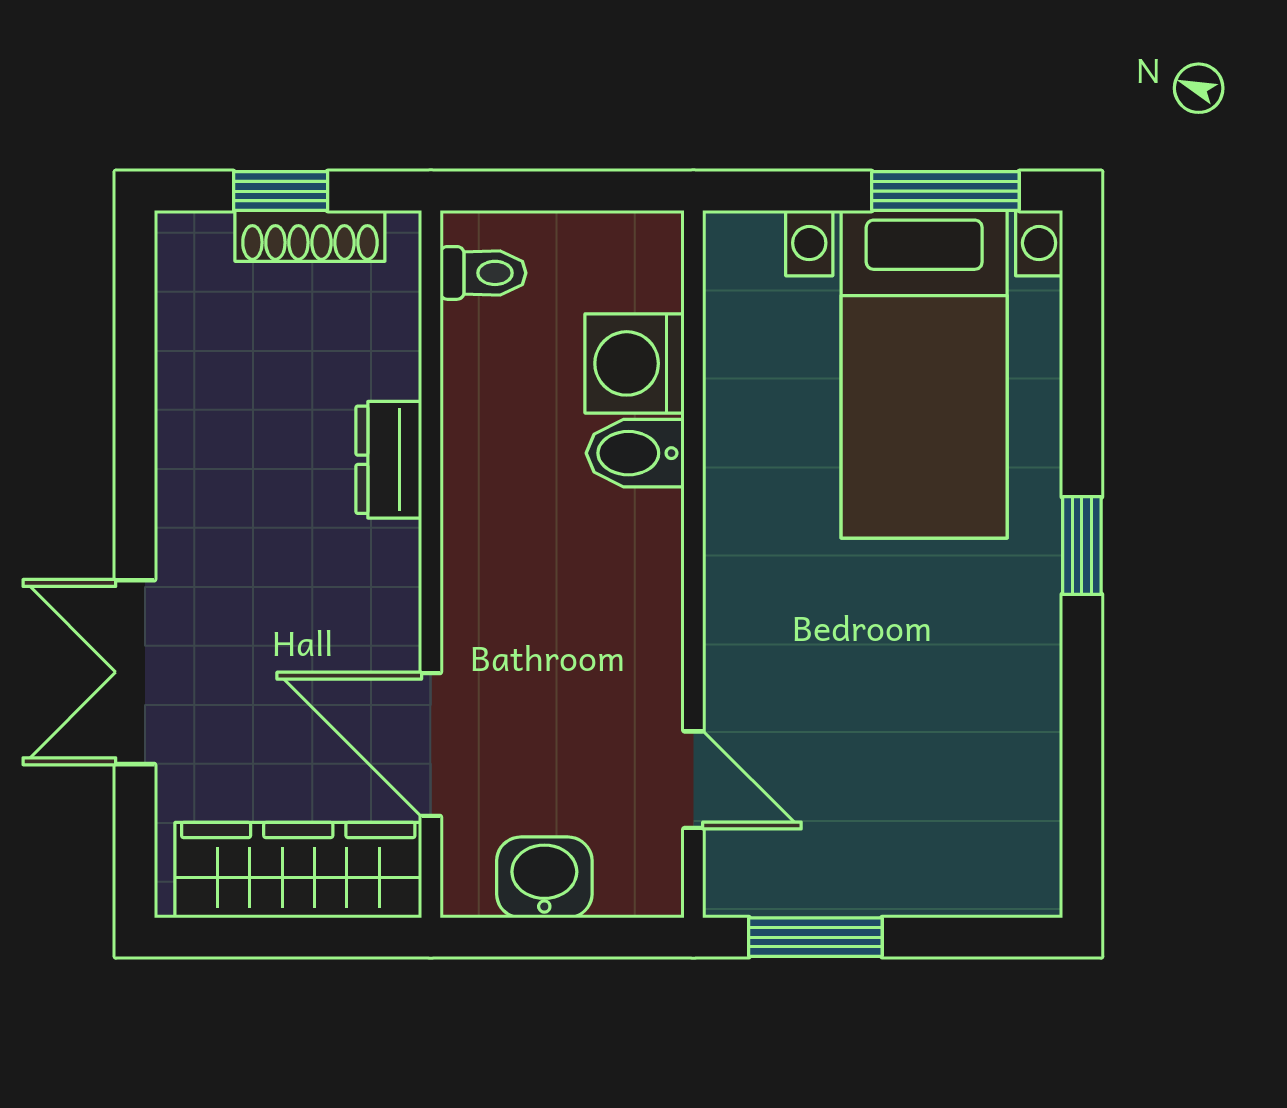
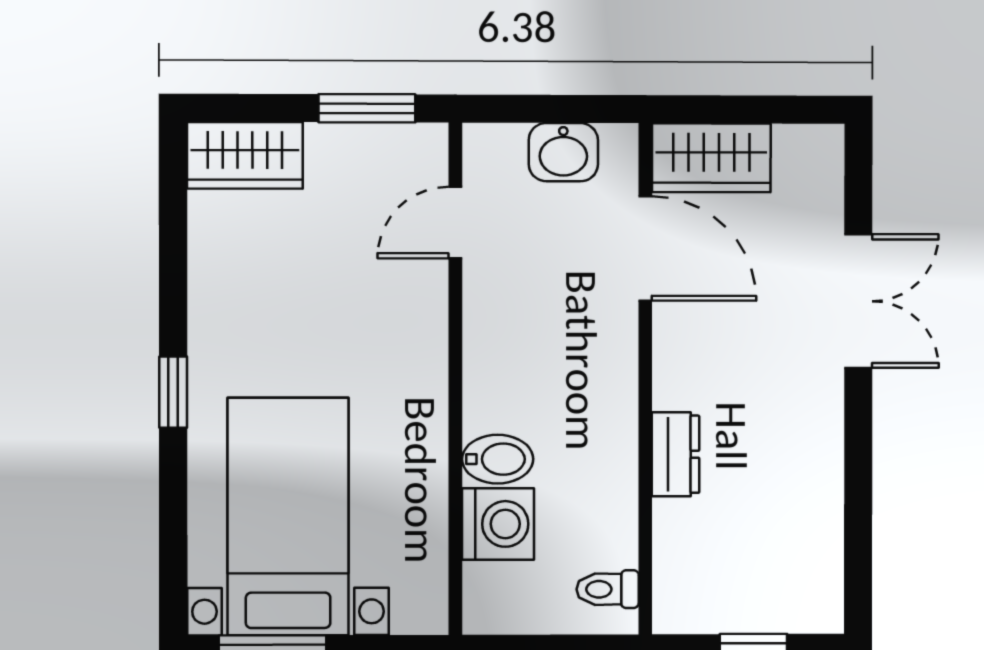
shoe rack: (310, 236) -> (732, 616), removed
door: (693, 780) -> (455, 223), hinge flipped
wardrobe: (298, 870) -> (711, 158), width x0.67
wardrobe: (983, 872) -> (245, 155), added

